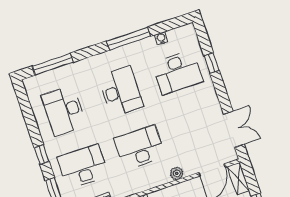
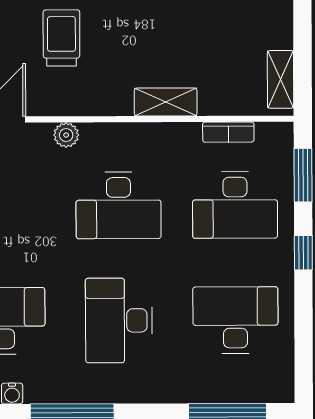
desk: (64, 111) -> (235, 320), turned -90

